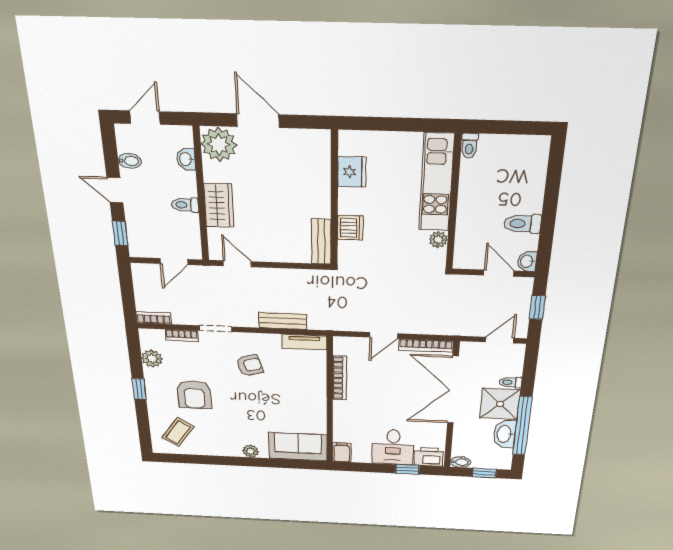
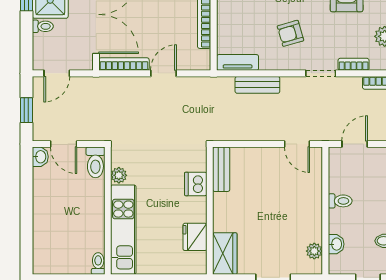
plant: (219, 144) -> (314, 251), width x0.53, depth x0.53
wardrobe: (219, 205) -> (225, 254), moved, turned 180
toilet: (523, 224) -> (95, 162), moved, turned 90

